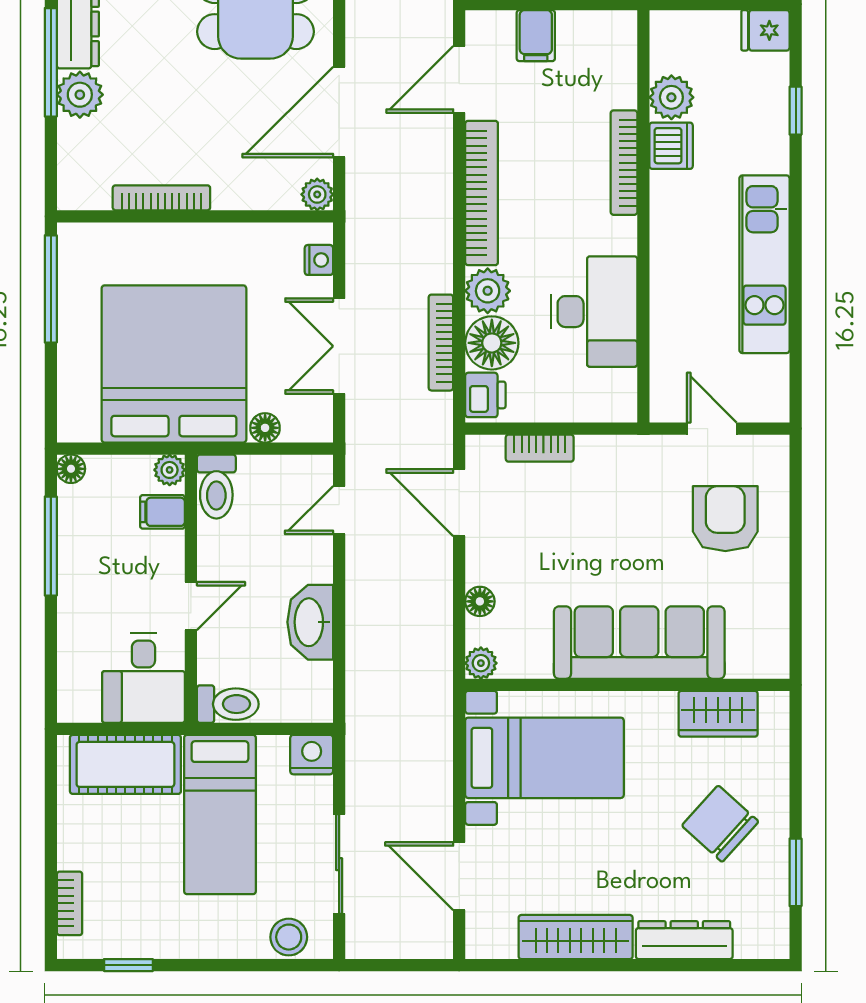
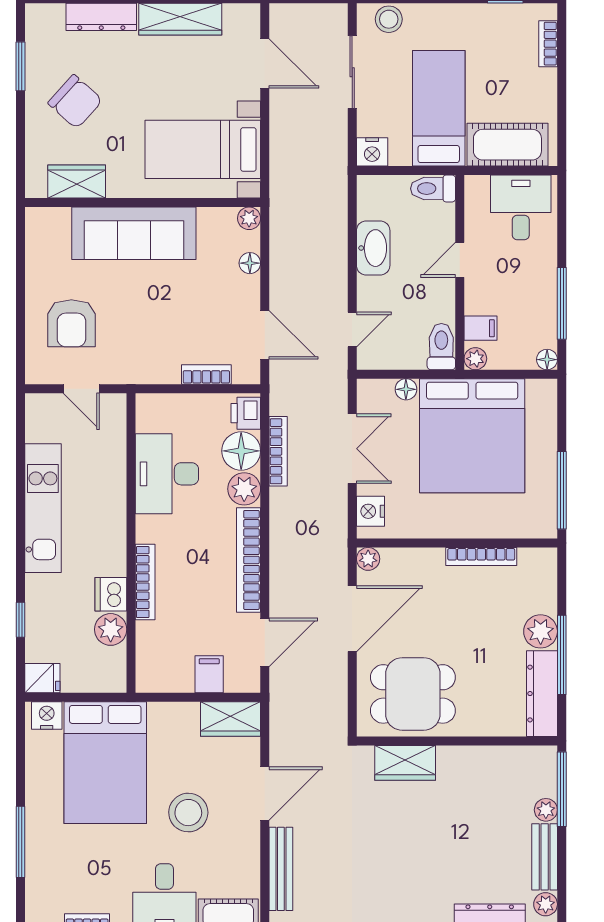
nightstand: (319, 260) -> (370, 511), width x1.39, depth x1.35
desk: (143, 678) -> (521, 207), moved

